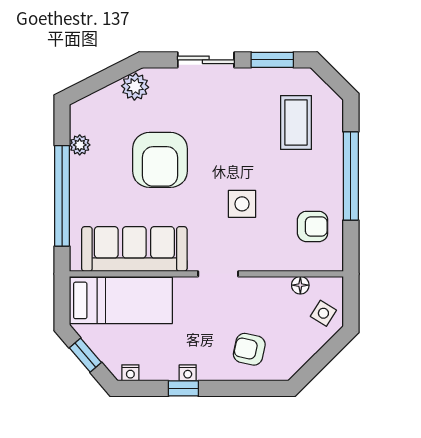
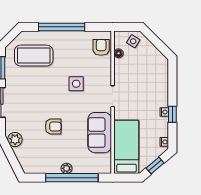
coffee table: (296, 122) -> (34, 56), width x1.36, depth x1.32
plant: (80, 145) -> (67, 168), moved
armchair: (160, 160) -> (53, 126), width x0.53, depth x0.53
armchair: (313, 226) -> (101, 47), moved
sofa: (134, 249) -> (100, 133), width x0.73
armchair: (249, 349) -> (152, 80), removed

